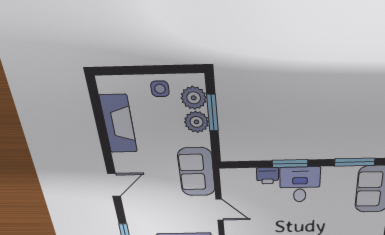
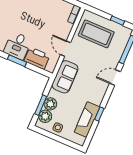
window: (104, 141) -> (99, 114), added
printer: (268, 176) -> (37, 58), width x1.87, depth x1.48
door: (114, 185) -> (115, 77), moved

